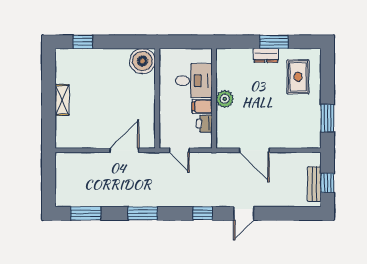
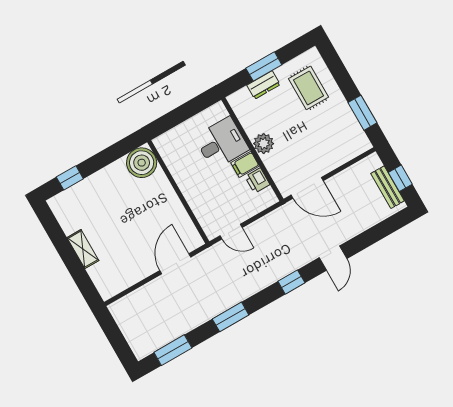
desk: (194, 81) -> (222, 143), moved
wall: (214, 98) -> (252, 149), moved
plant: (225, 99) -> (264, 144), moved
filing cabinet: (202, 106) -> (245, 164), moved
printer: (204, 124) -> (257, 181), moved

